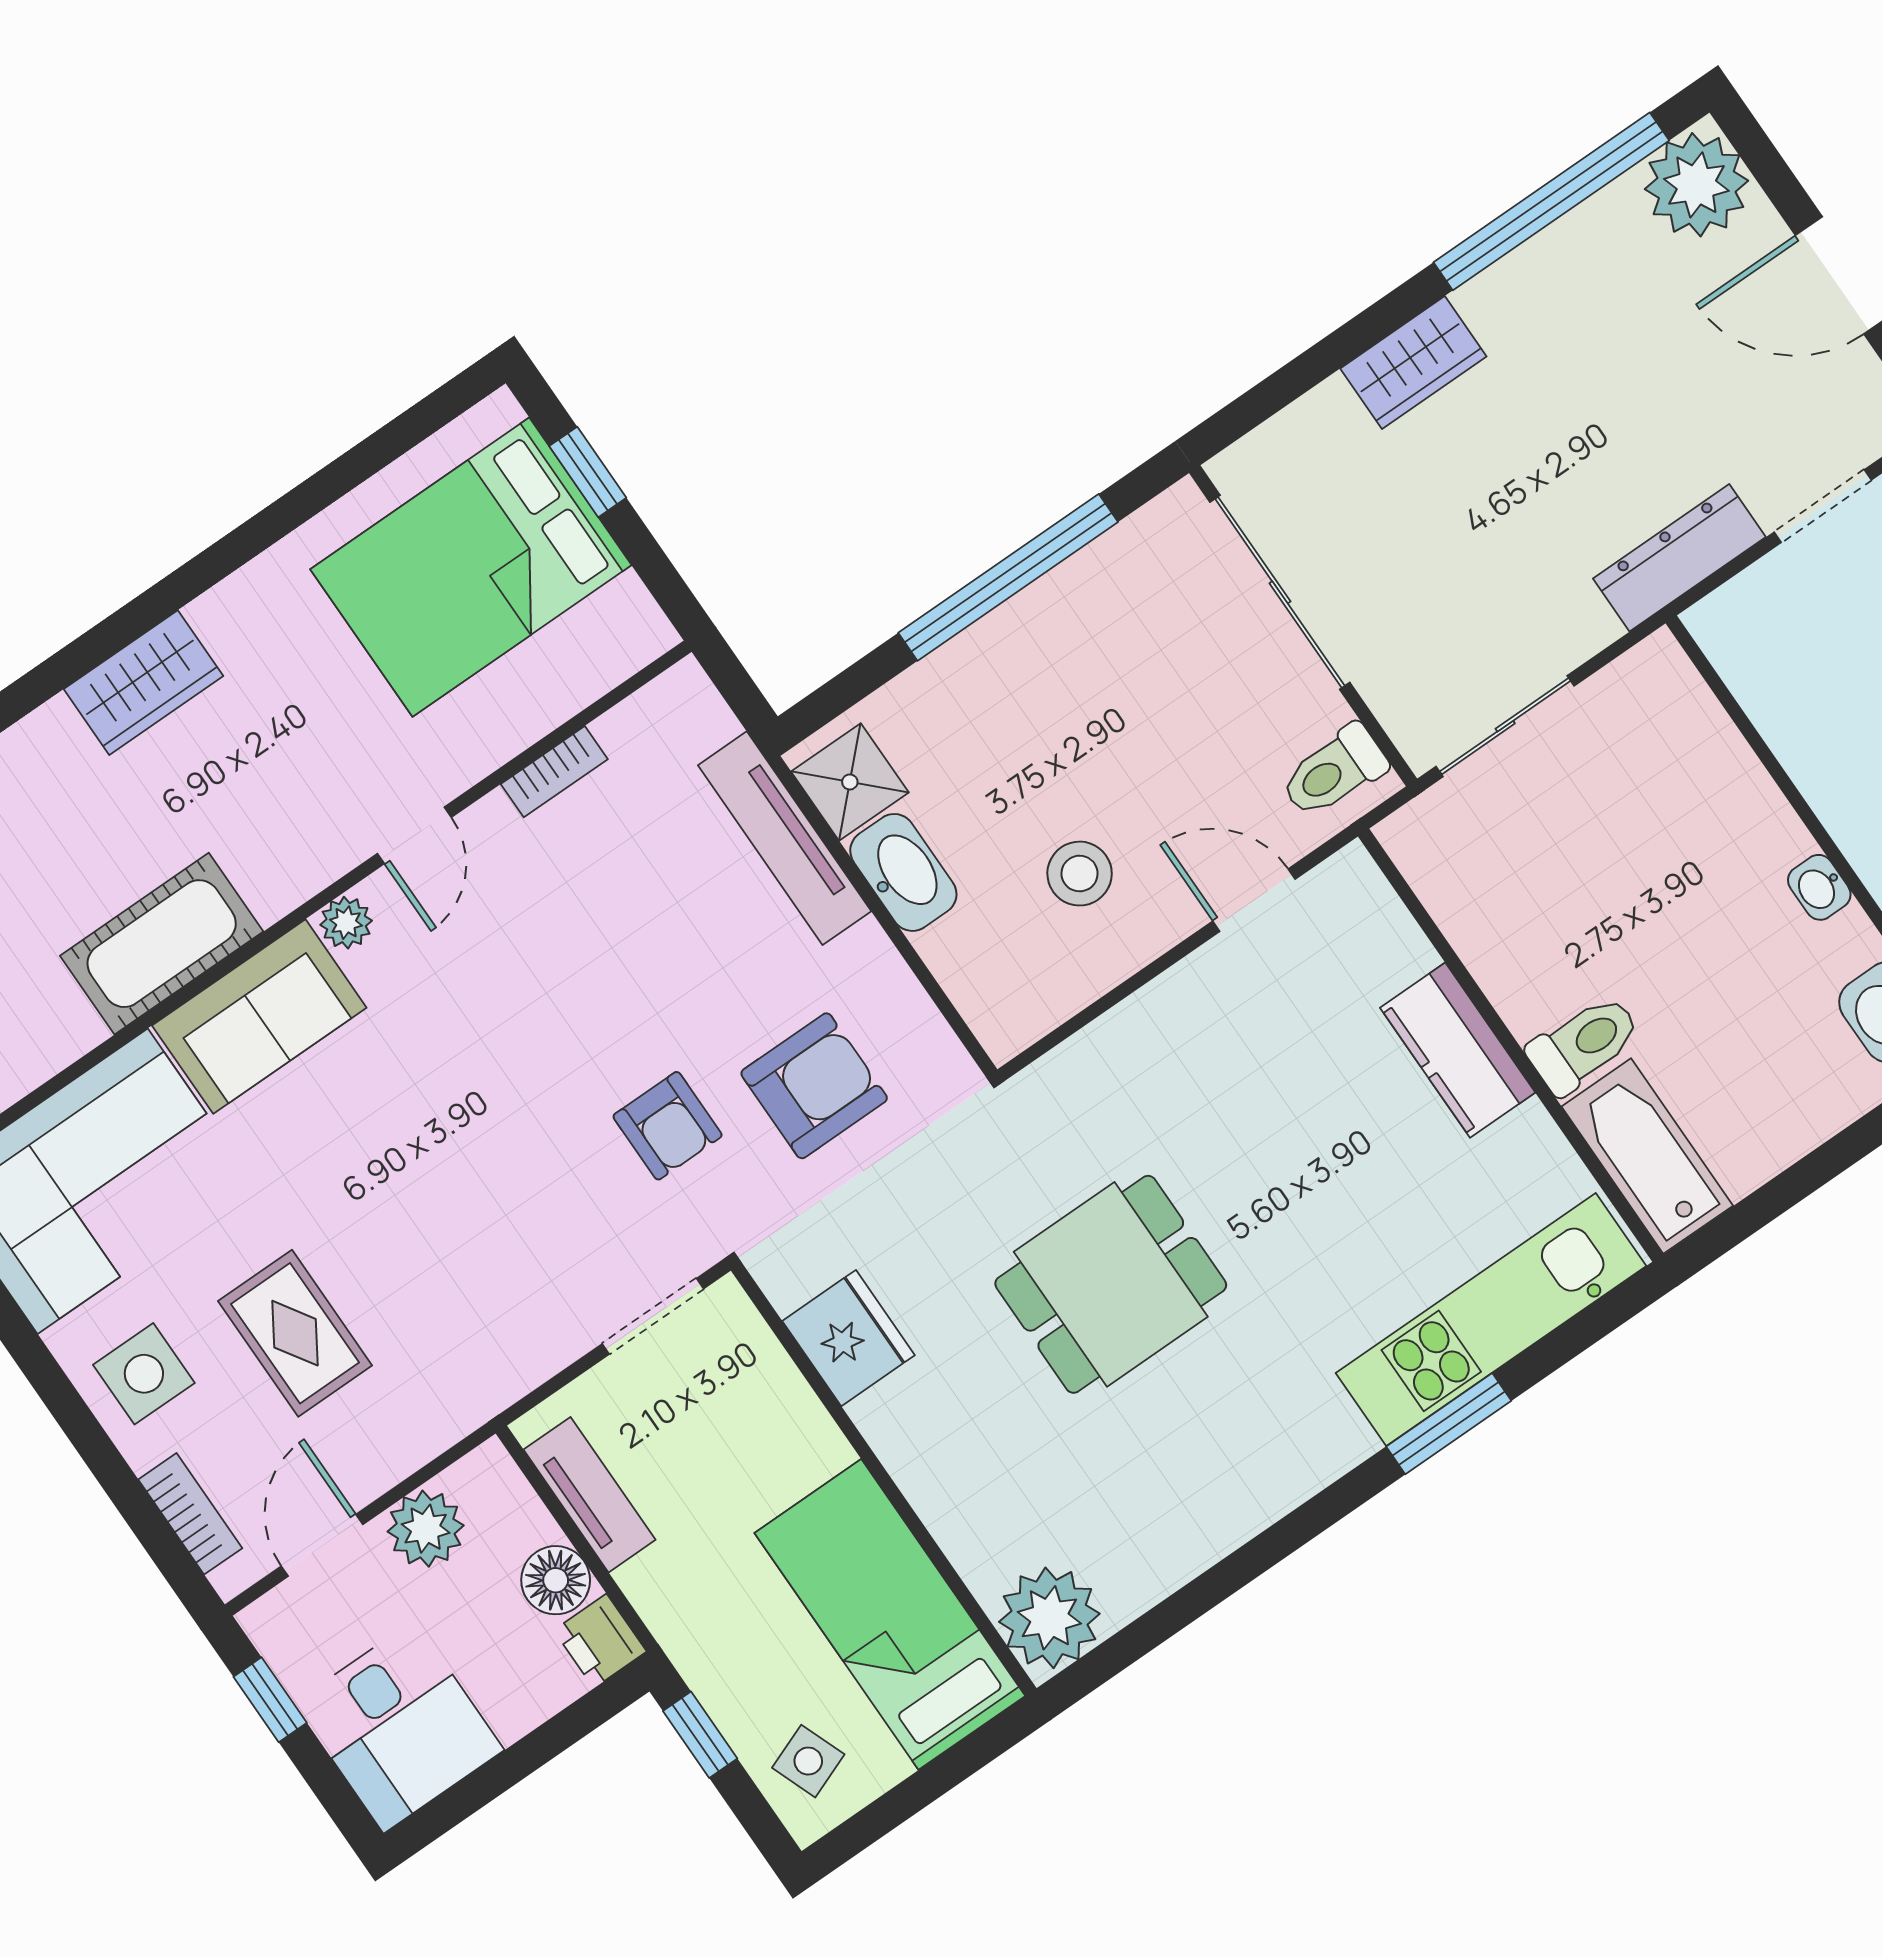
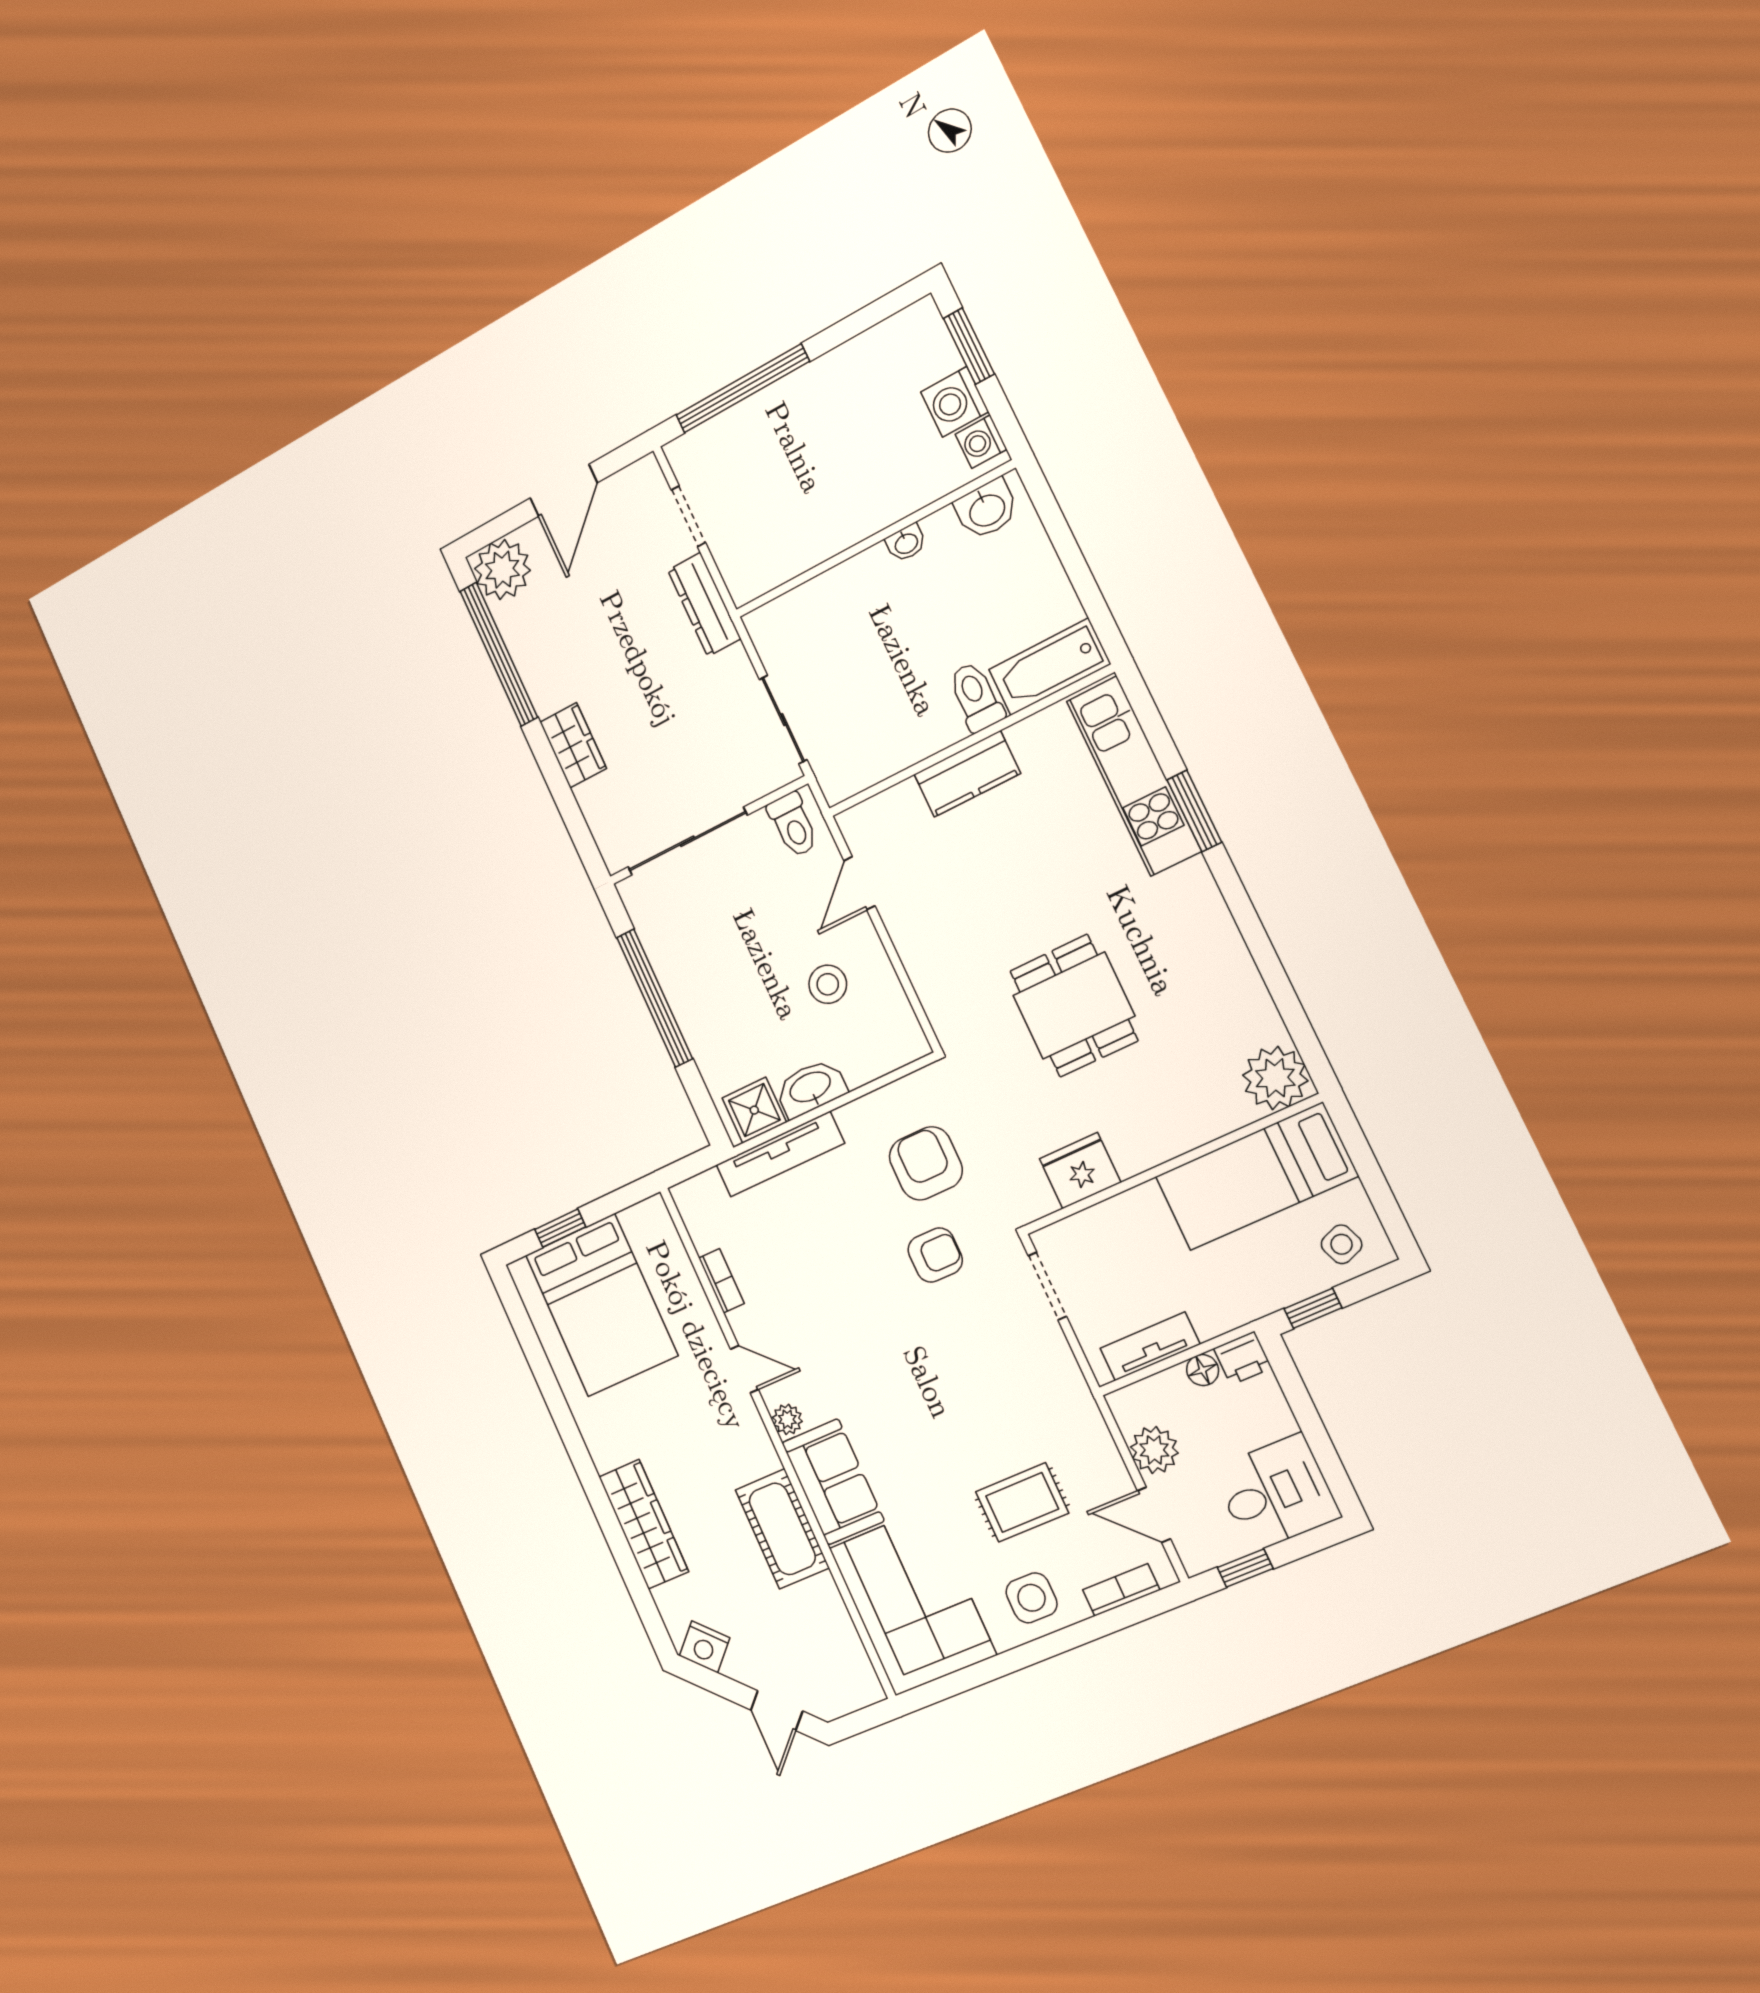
wardrobe: (144, 683) -> (644, 1524), width x1.50
floor lamp: (556, 1580) -> (1203, 1370), width x0.73, depth x0.73

